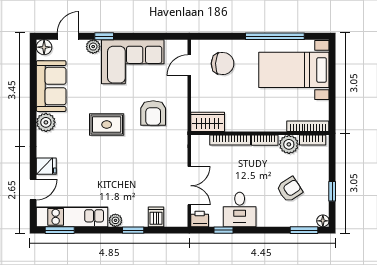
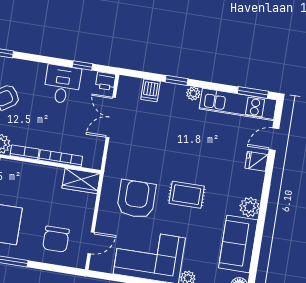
chair: (223, 64) -> (56, 239), turned -92
armchair: (153, 113) -> (136, 199), width x1.36, depth x1.36

